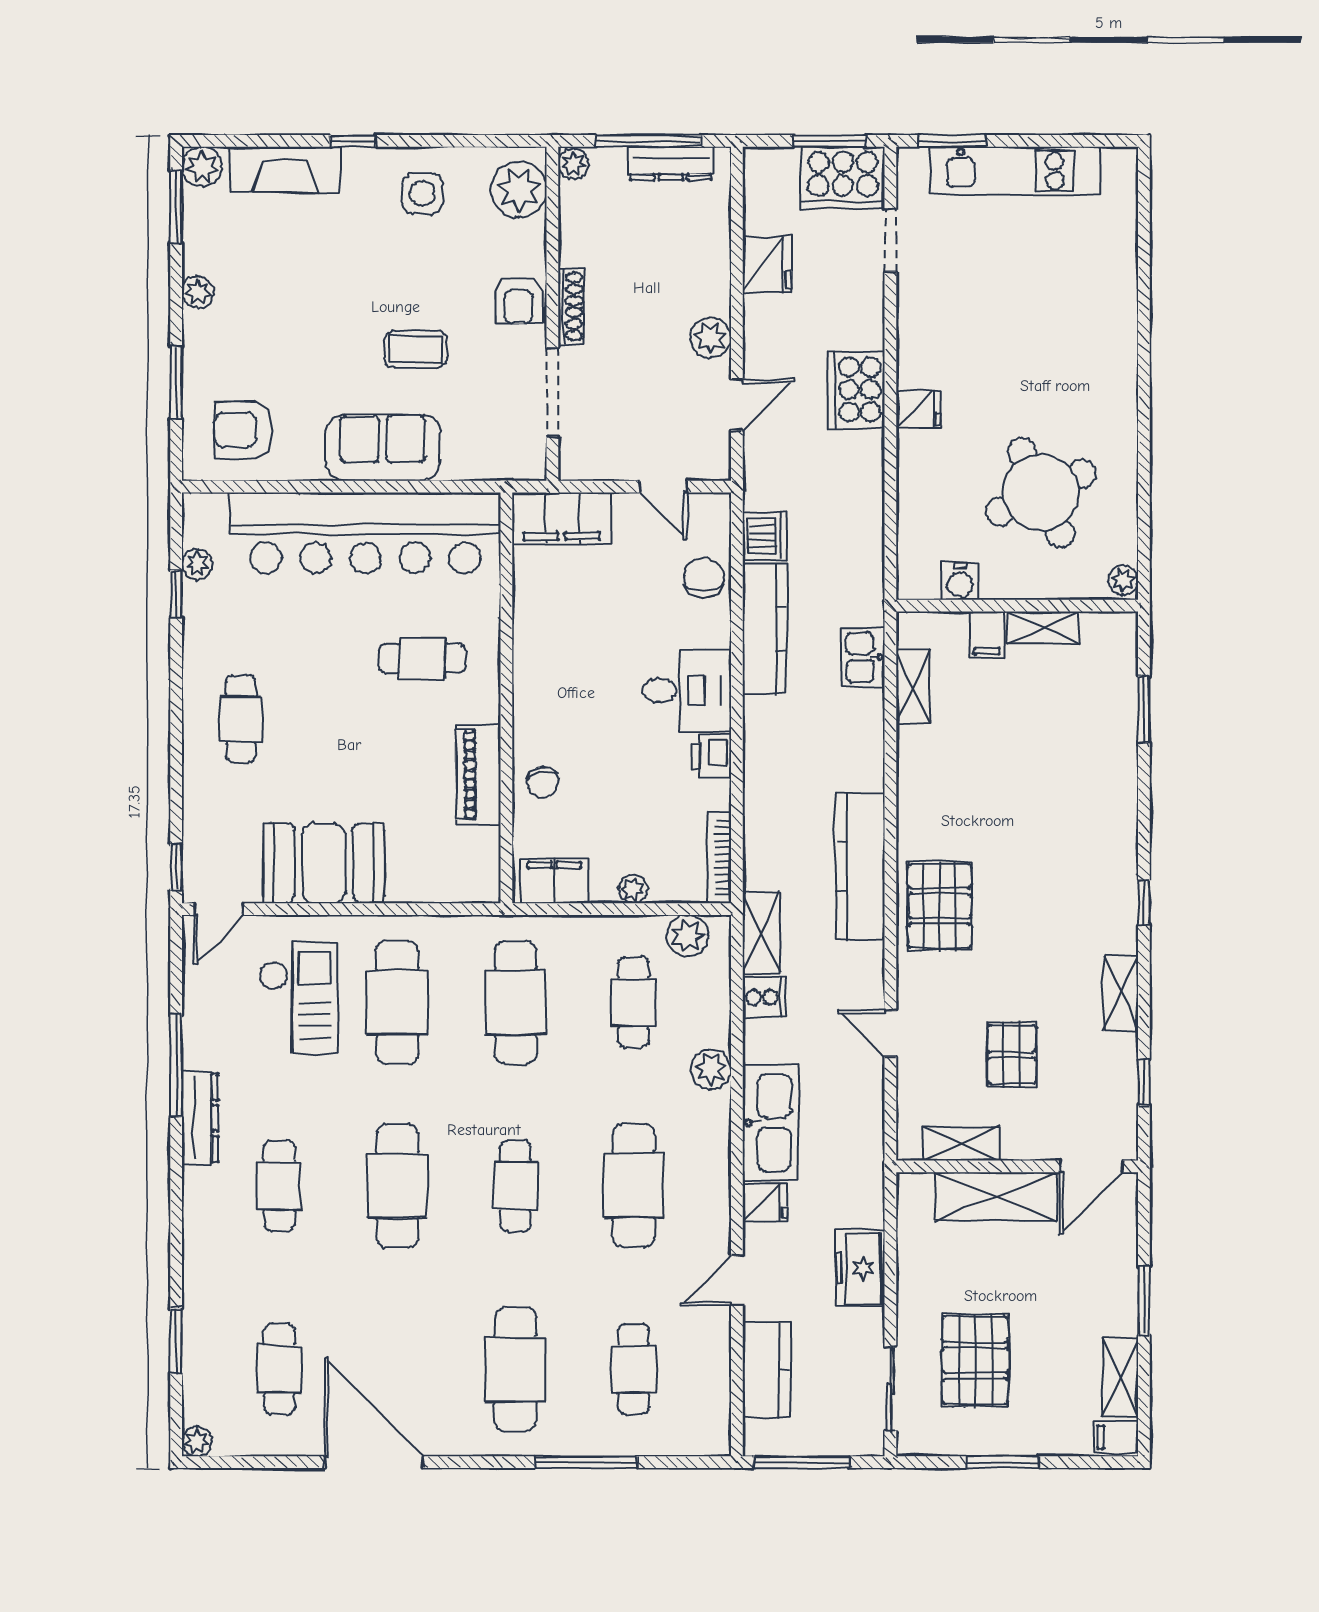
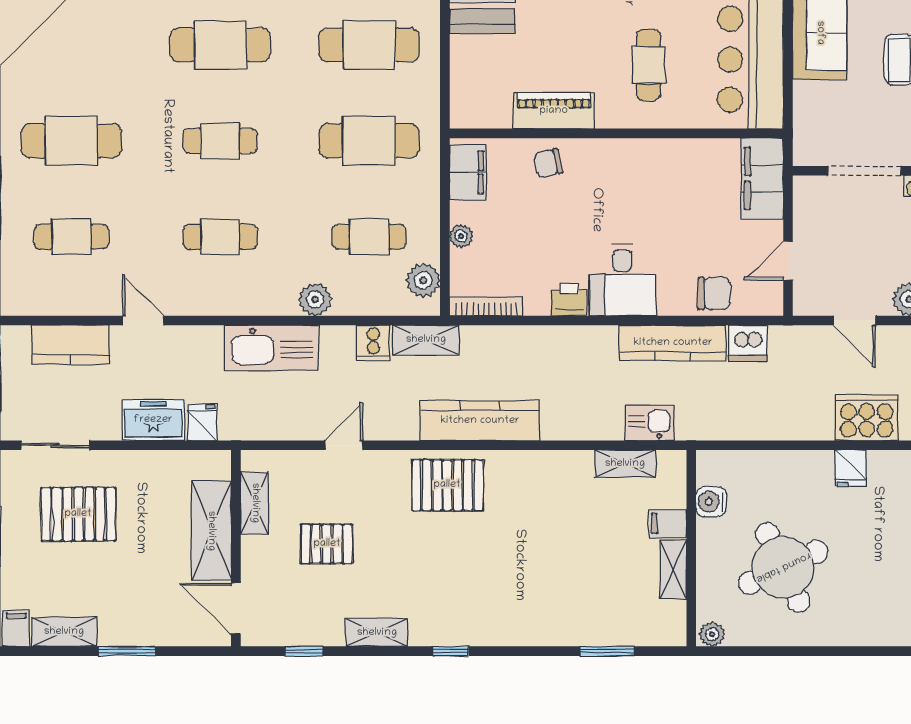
cafe table: (634, 1186) -> (220, 237), width x0.73, depth x0.74
fridge: (765, 1203) -> (202, 422), moved, turned 180

